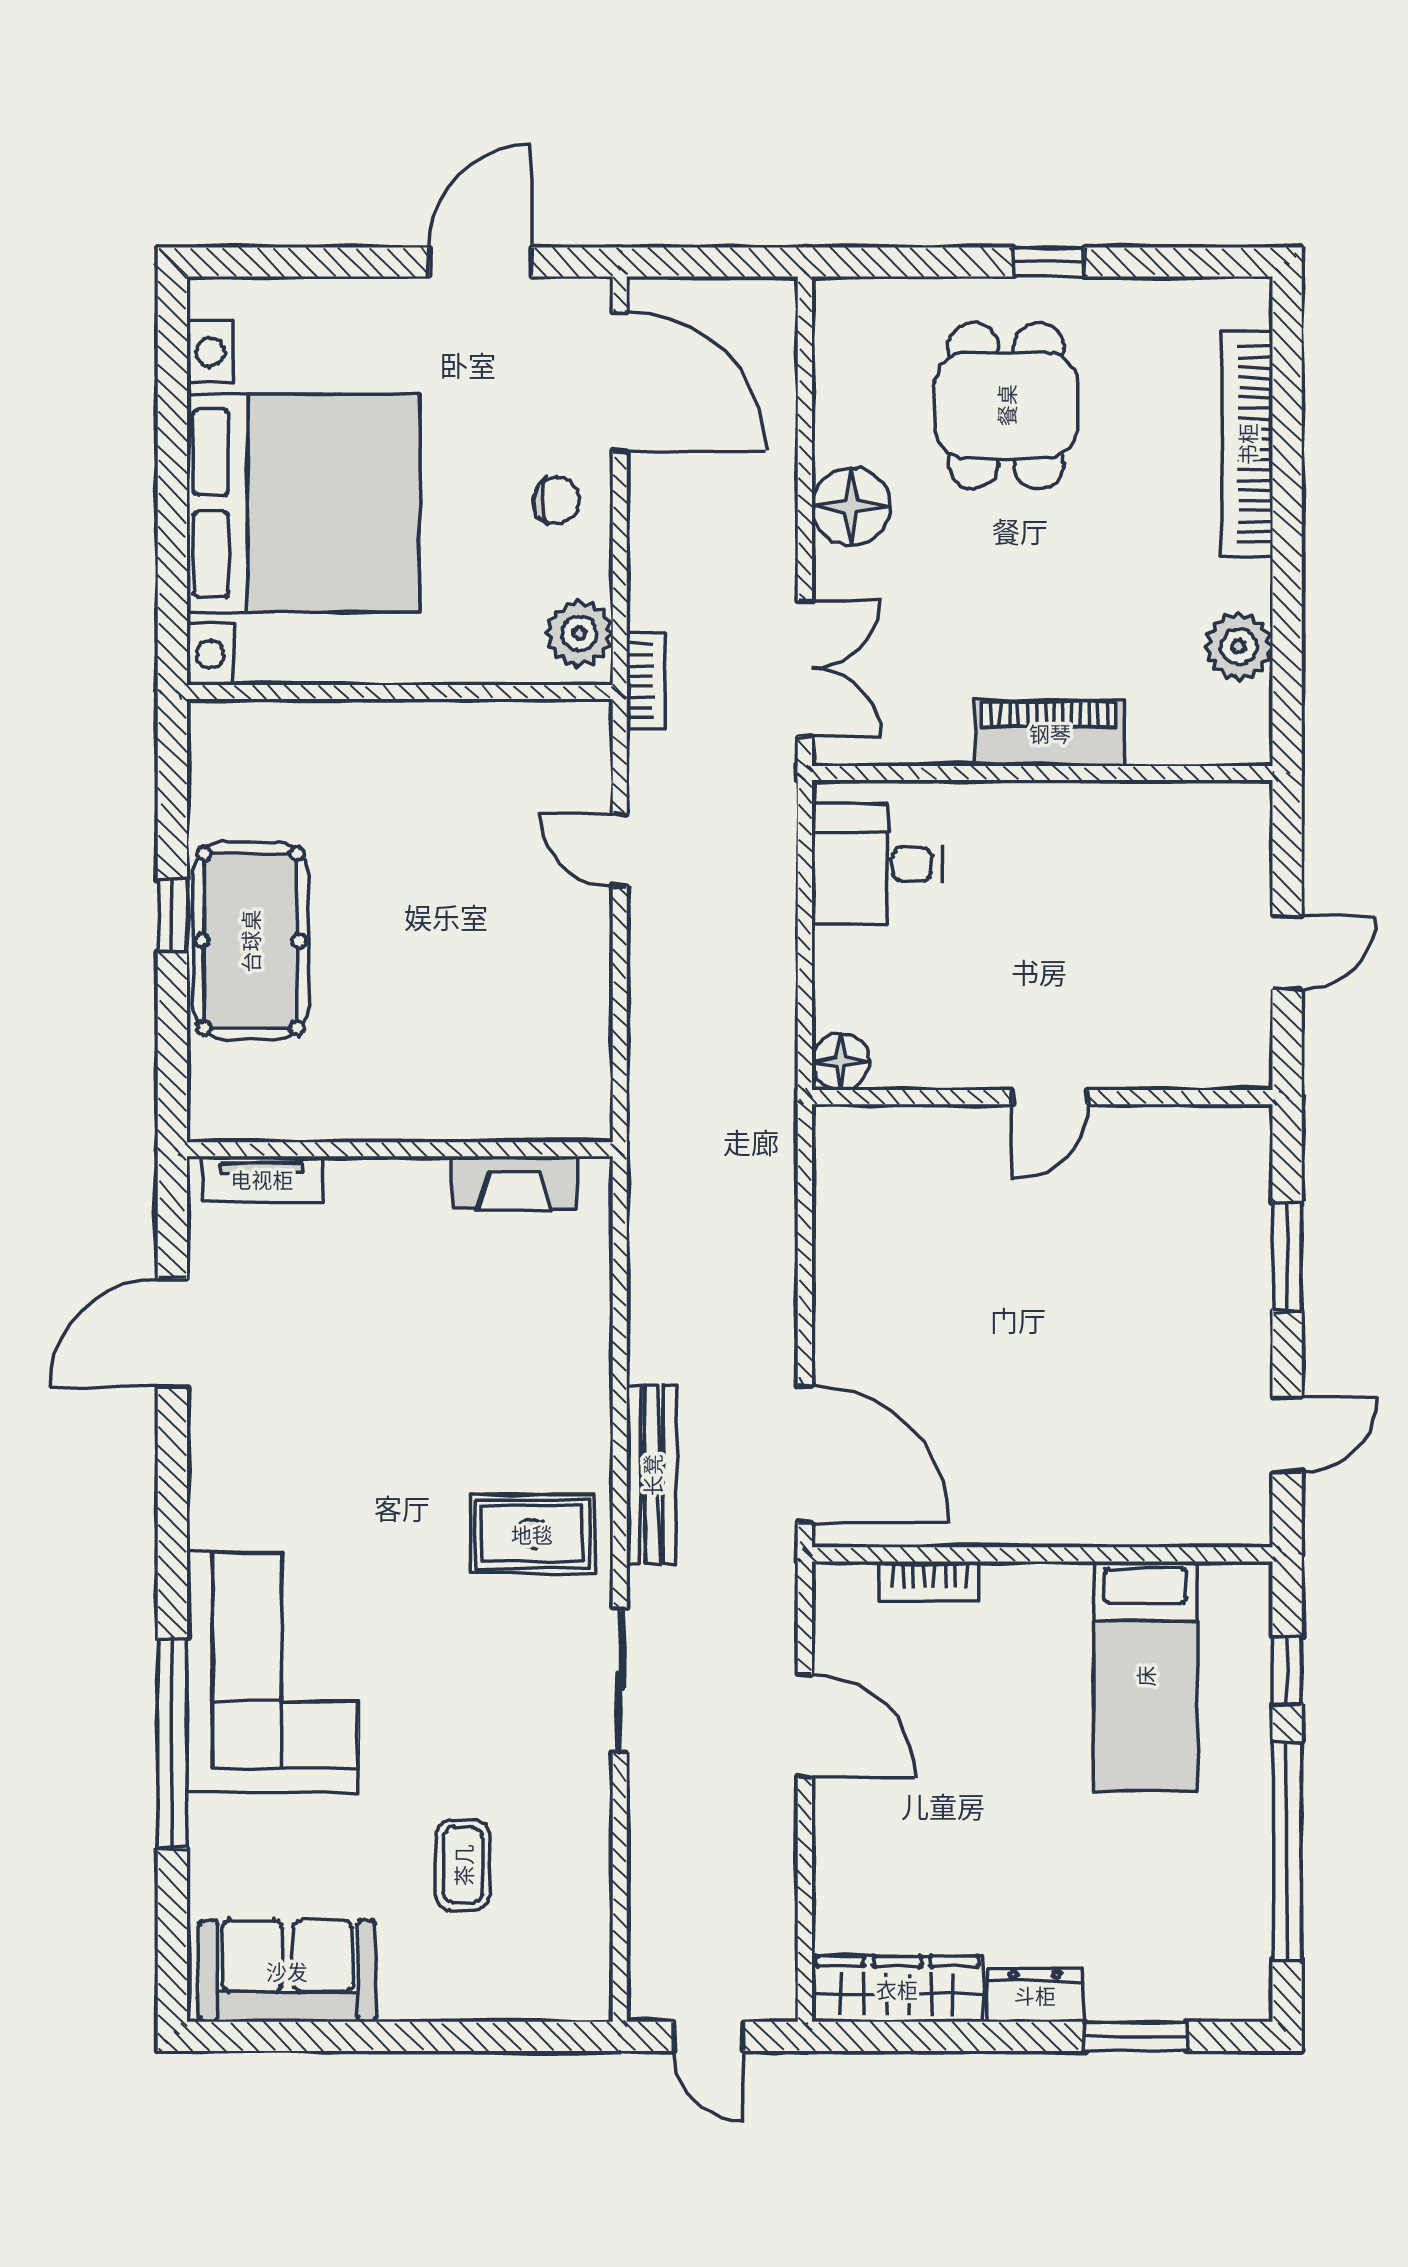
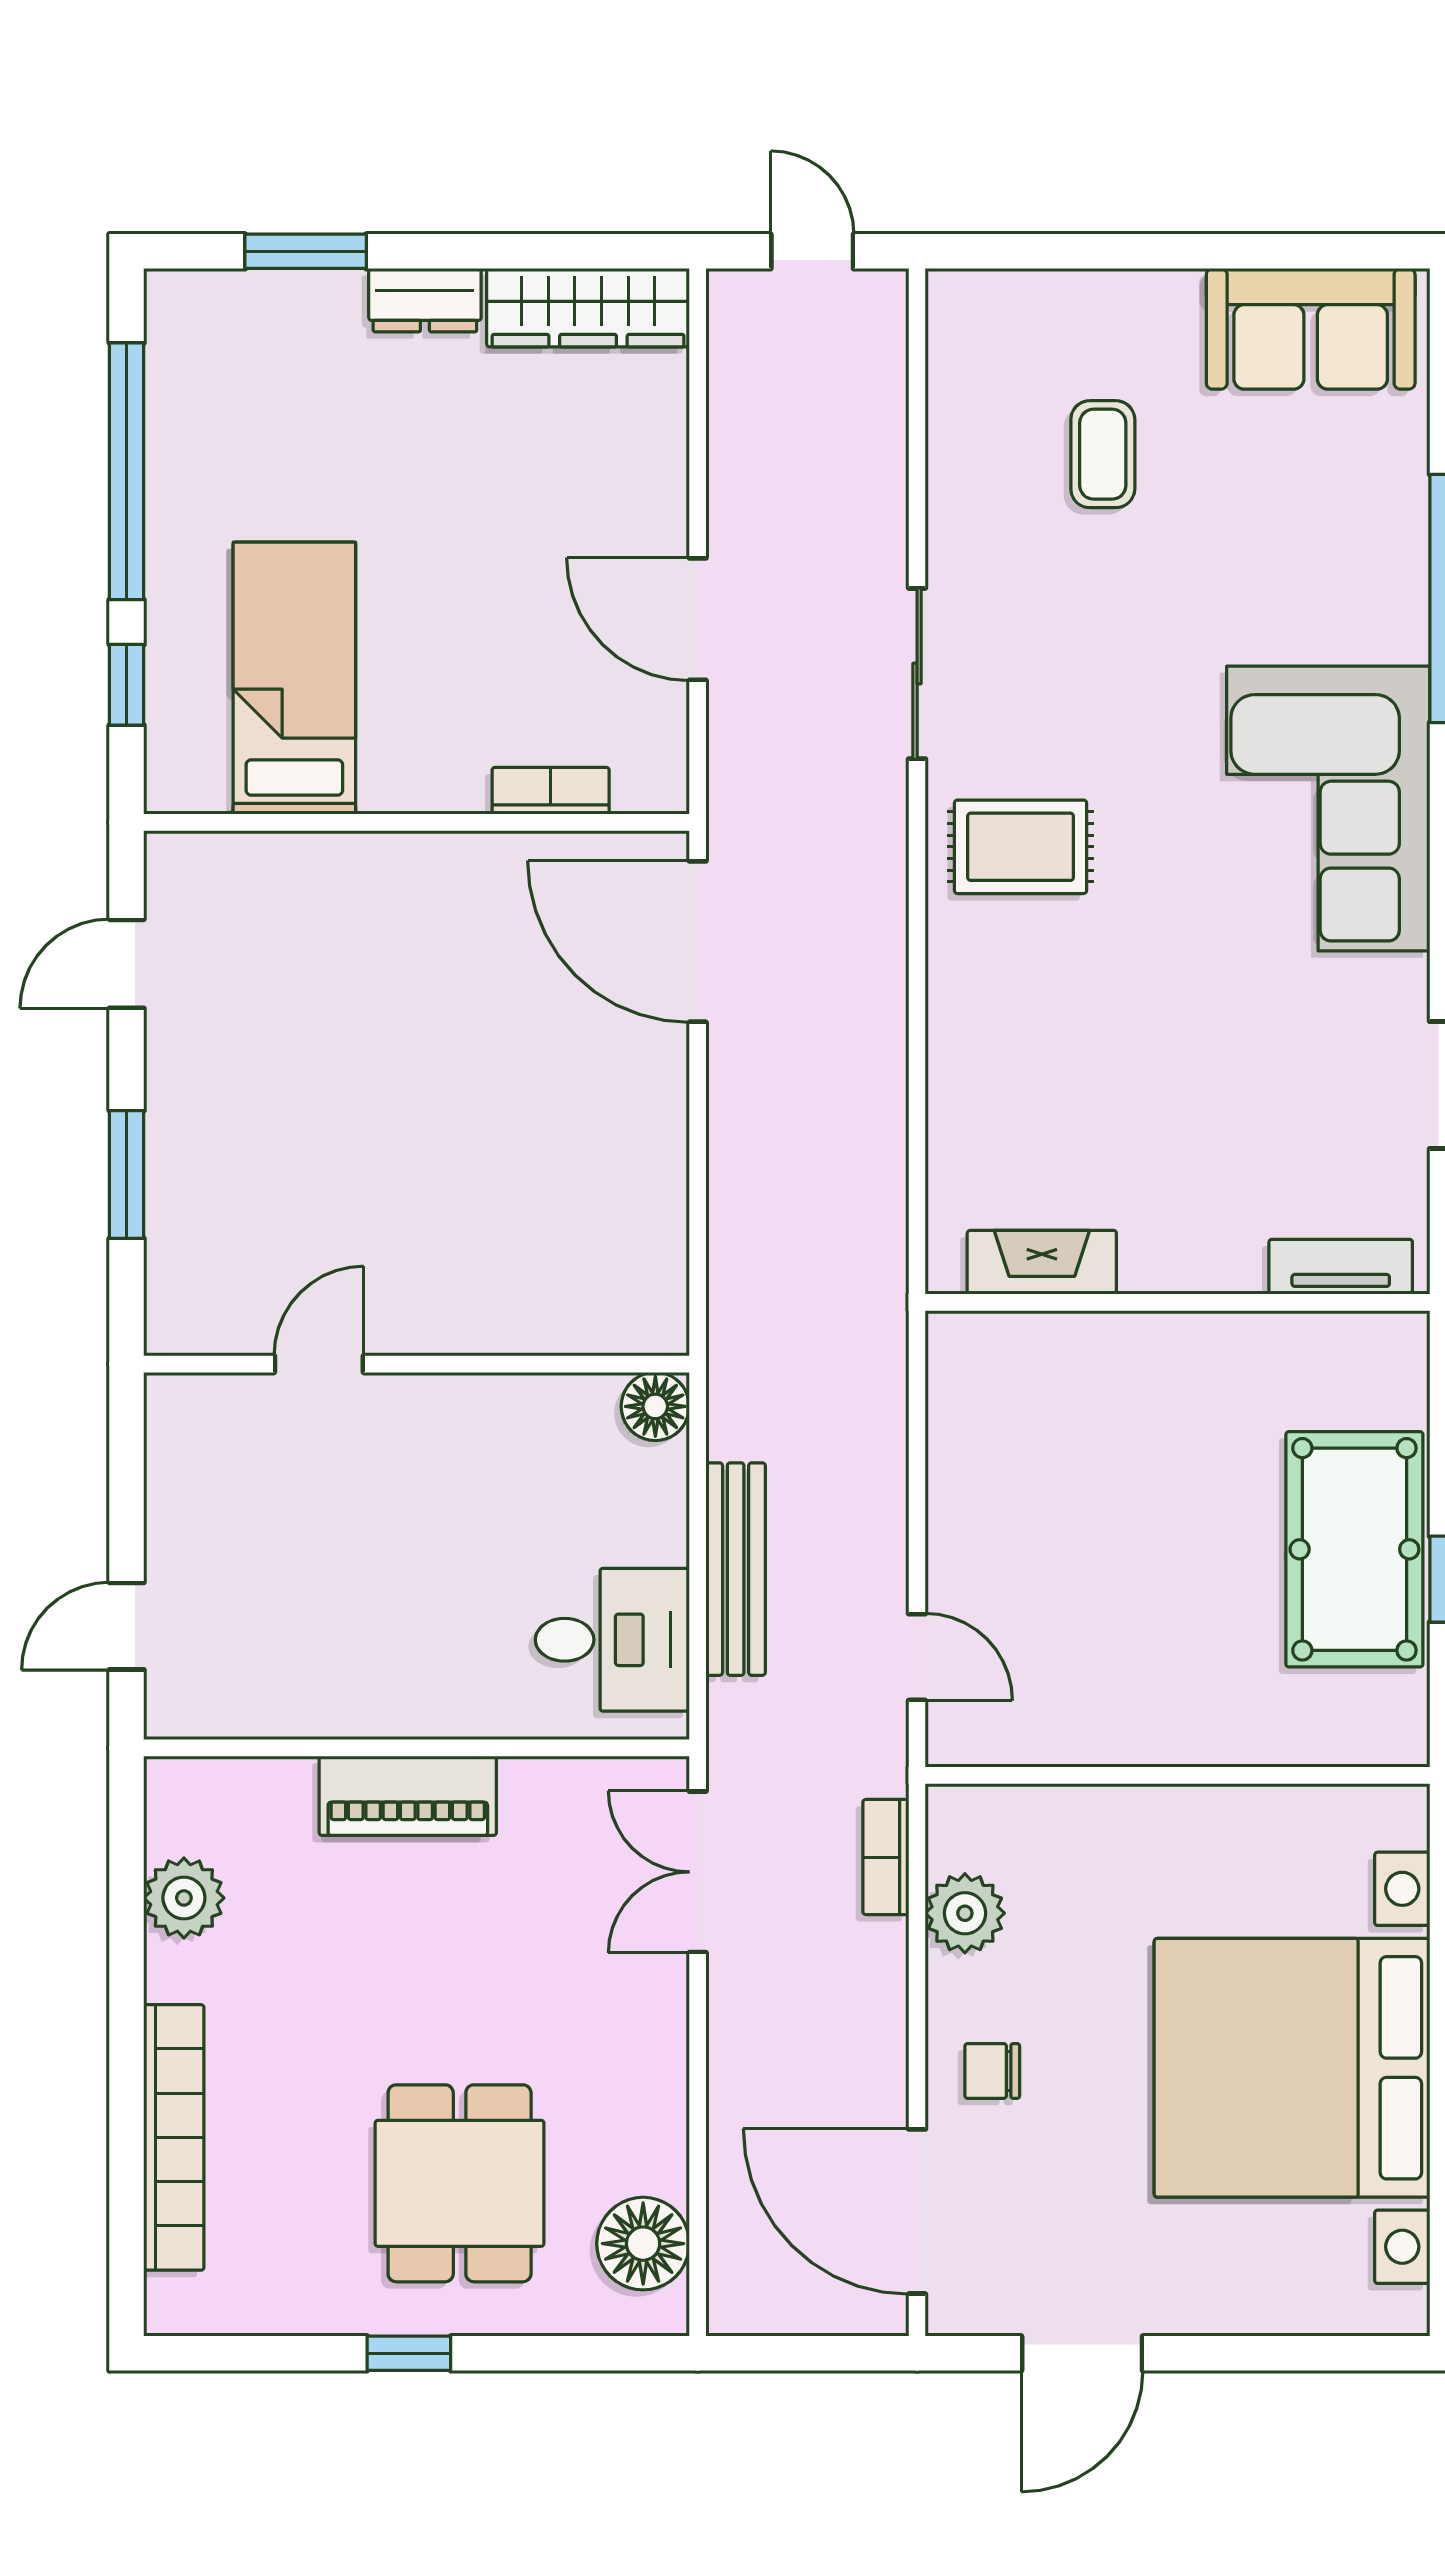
floor lamp: (851, 507) -> (643, 2244), moved
wall: (400, 692) -> (1178, 1775), moved
door: (1287, 953) -> (127, 1626), moved
door: (1050, 1097) -> (319, 1364), moved
bench: (652, 1475) -> (736, 1569), moved
corner sofa: (273, 1672) -> (1328, 808), moved

